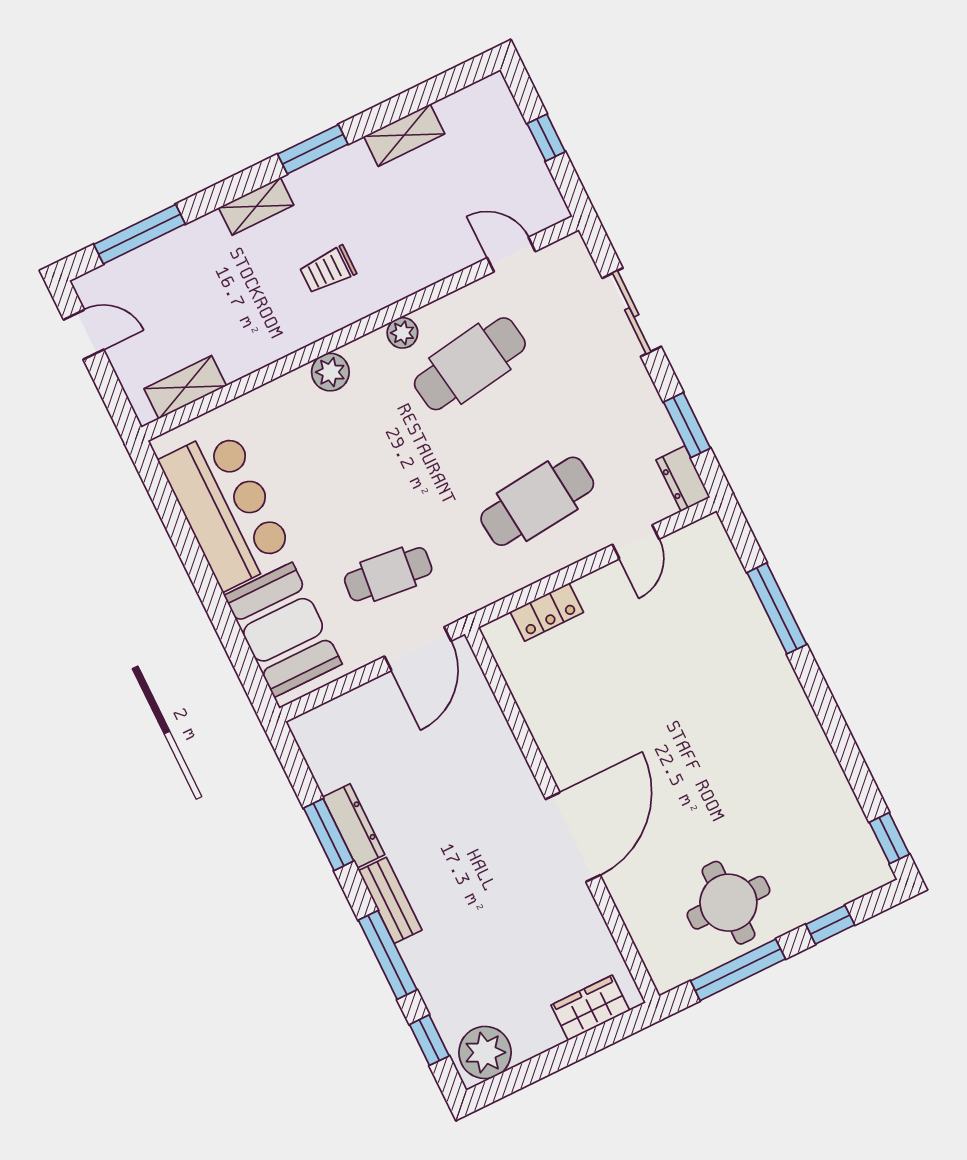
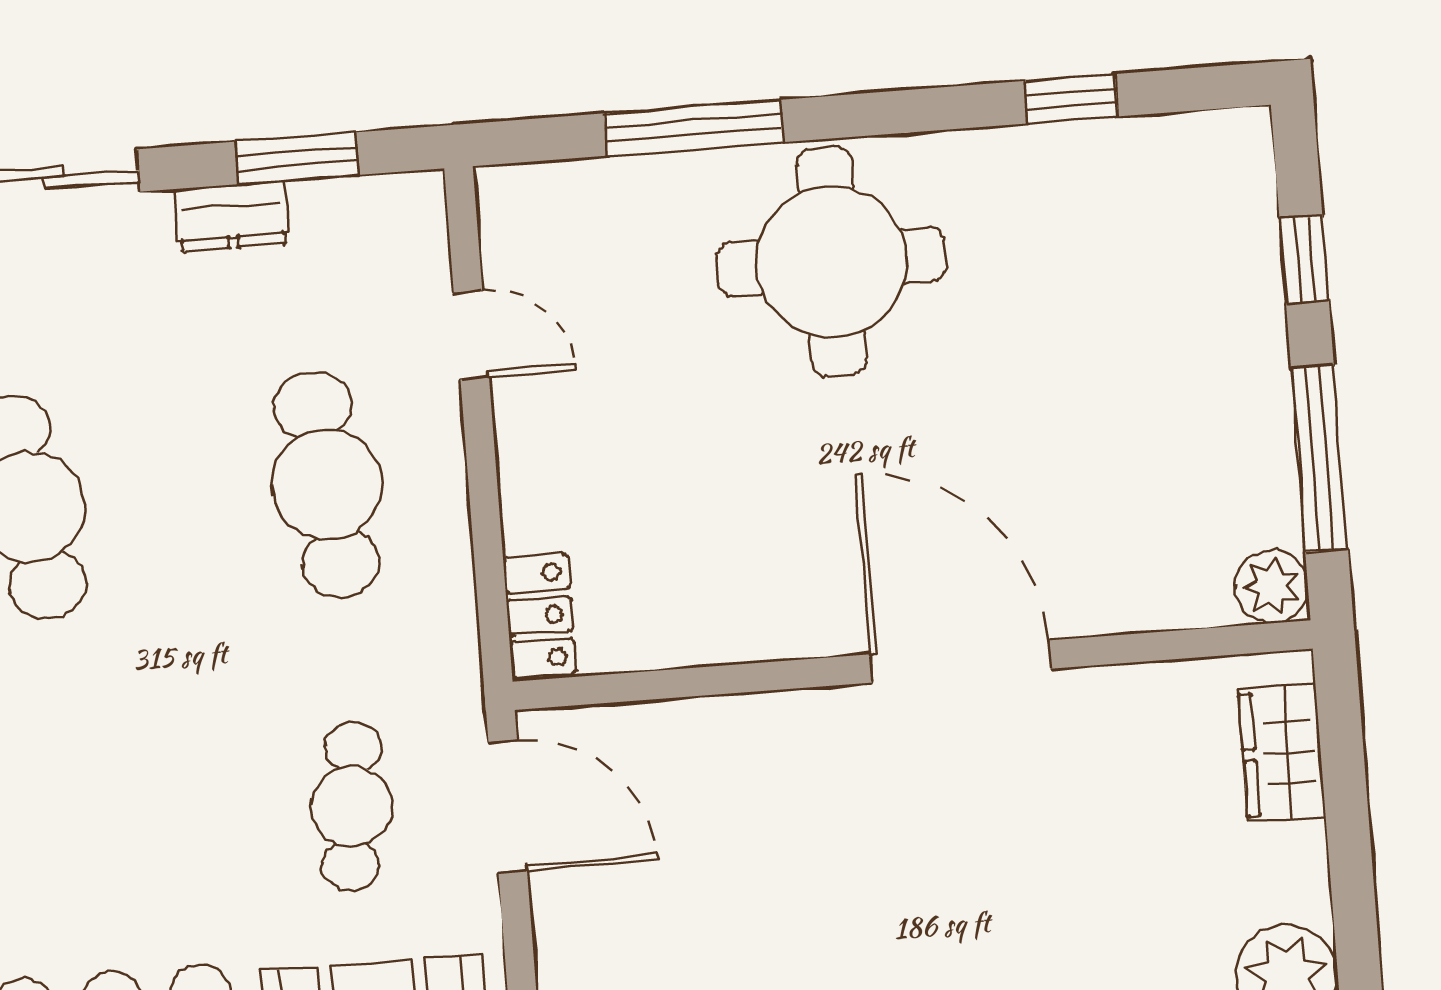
dresser: (683, 479) -> (231, 216), moved
locker: (547, 612) -> (540, 616), moved
window: (889, 838) -> (1072, 99), moved
round table: (728, 903) -> (831, 262), moved, width x1.36, depth x1.36
plant: (668, 971) -> (1271, 587), added

